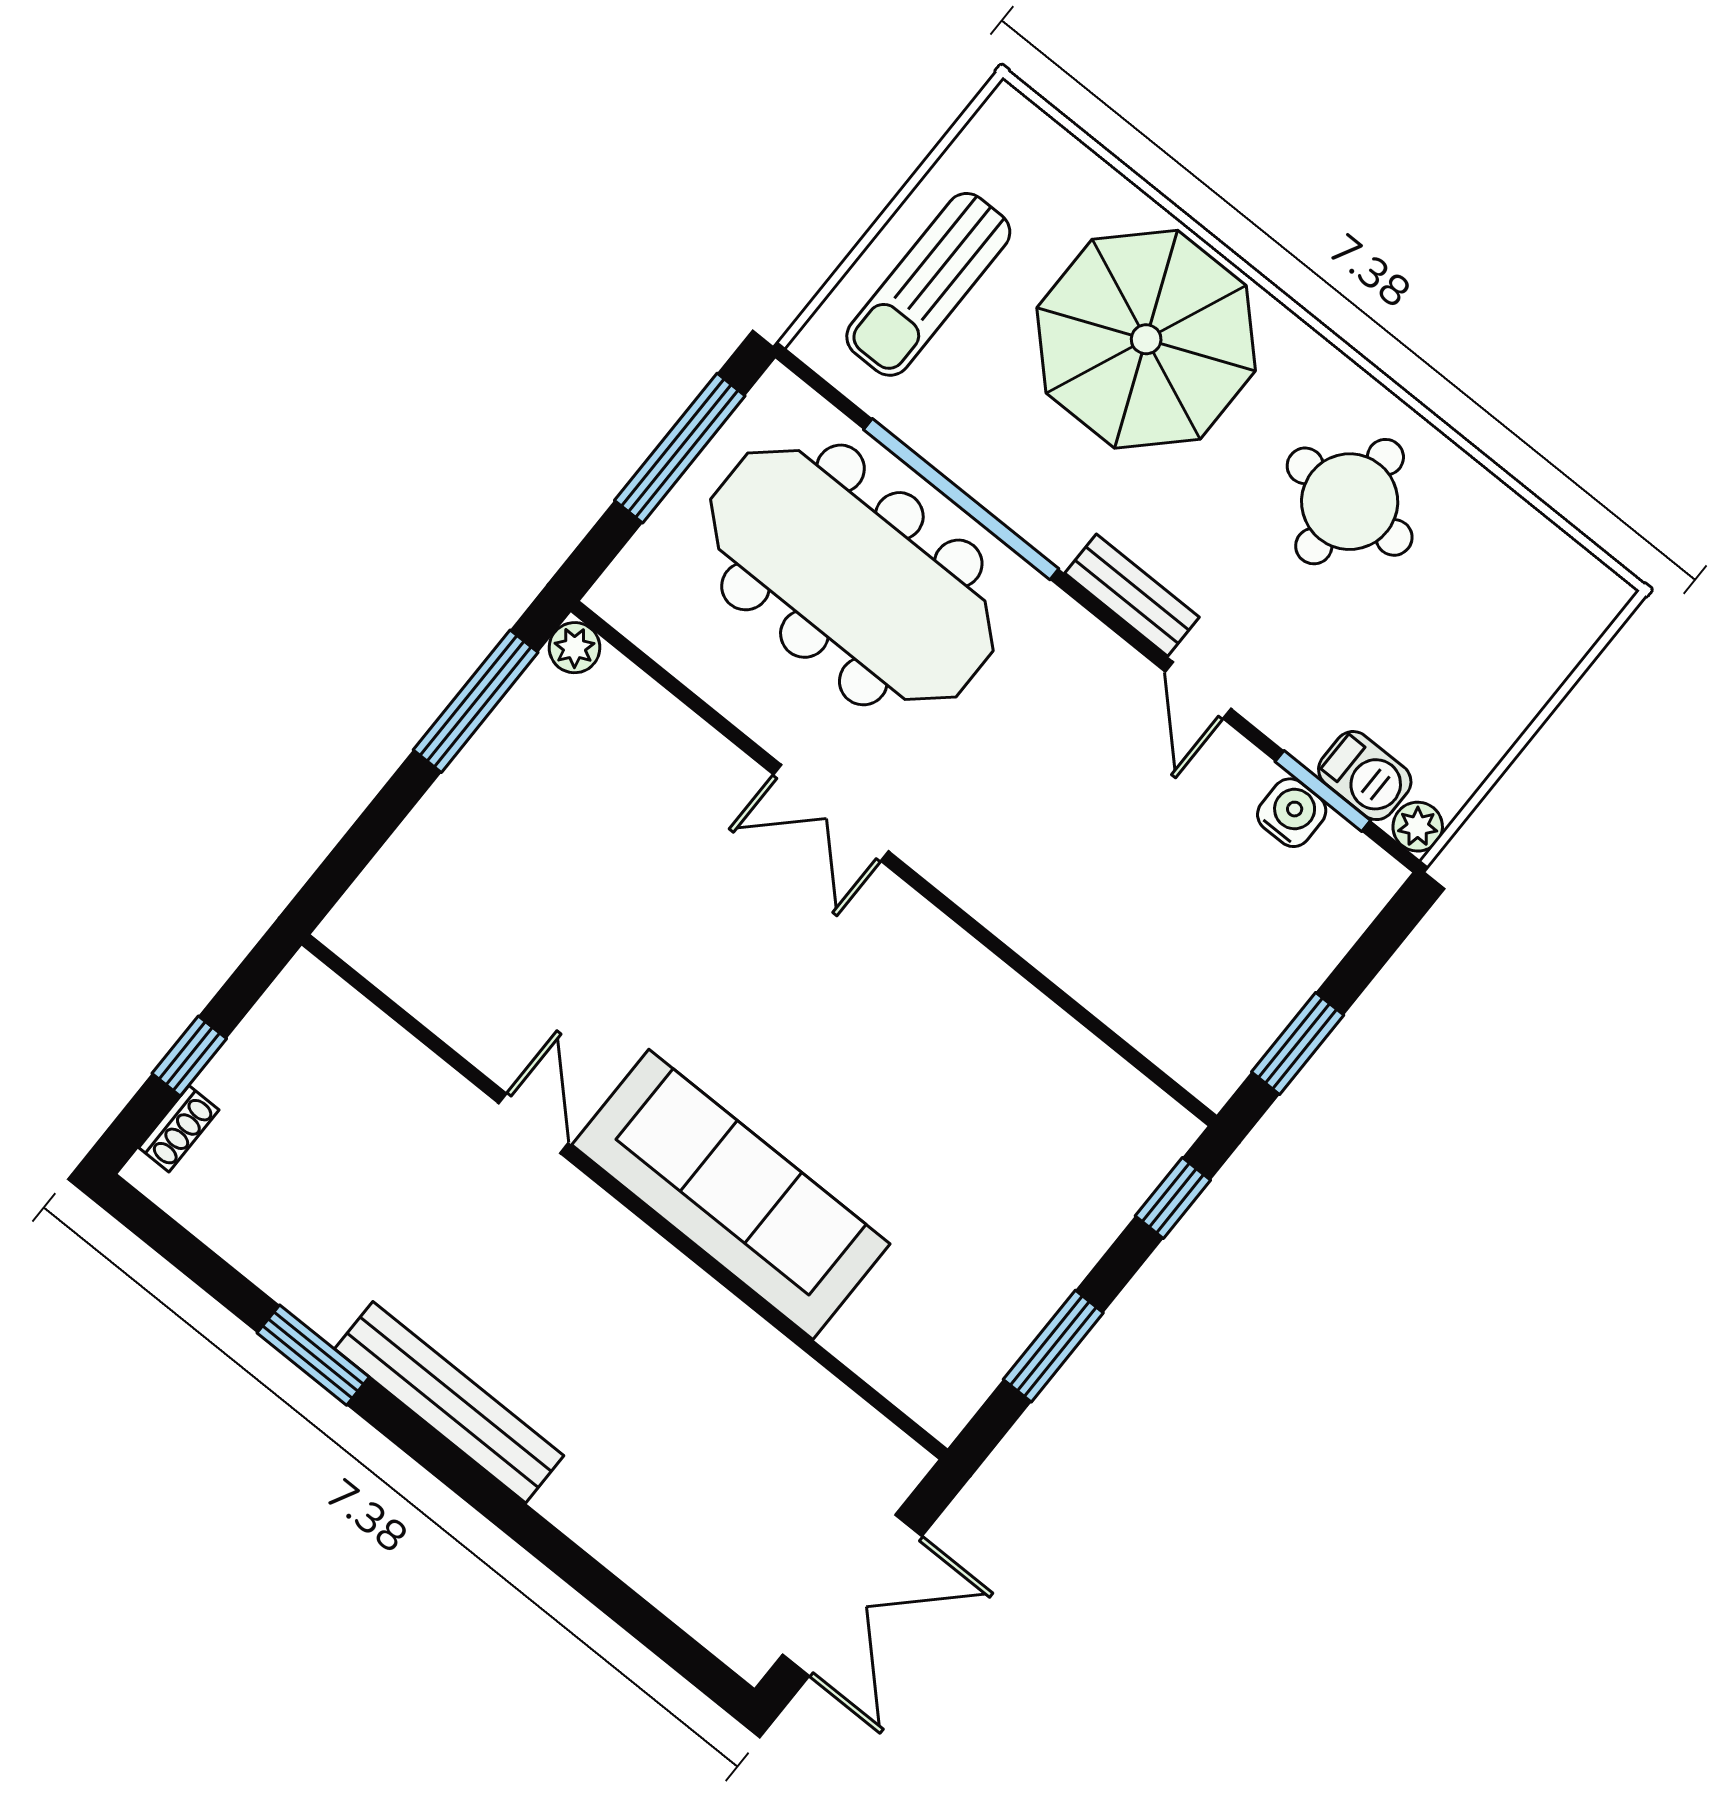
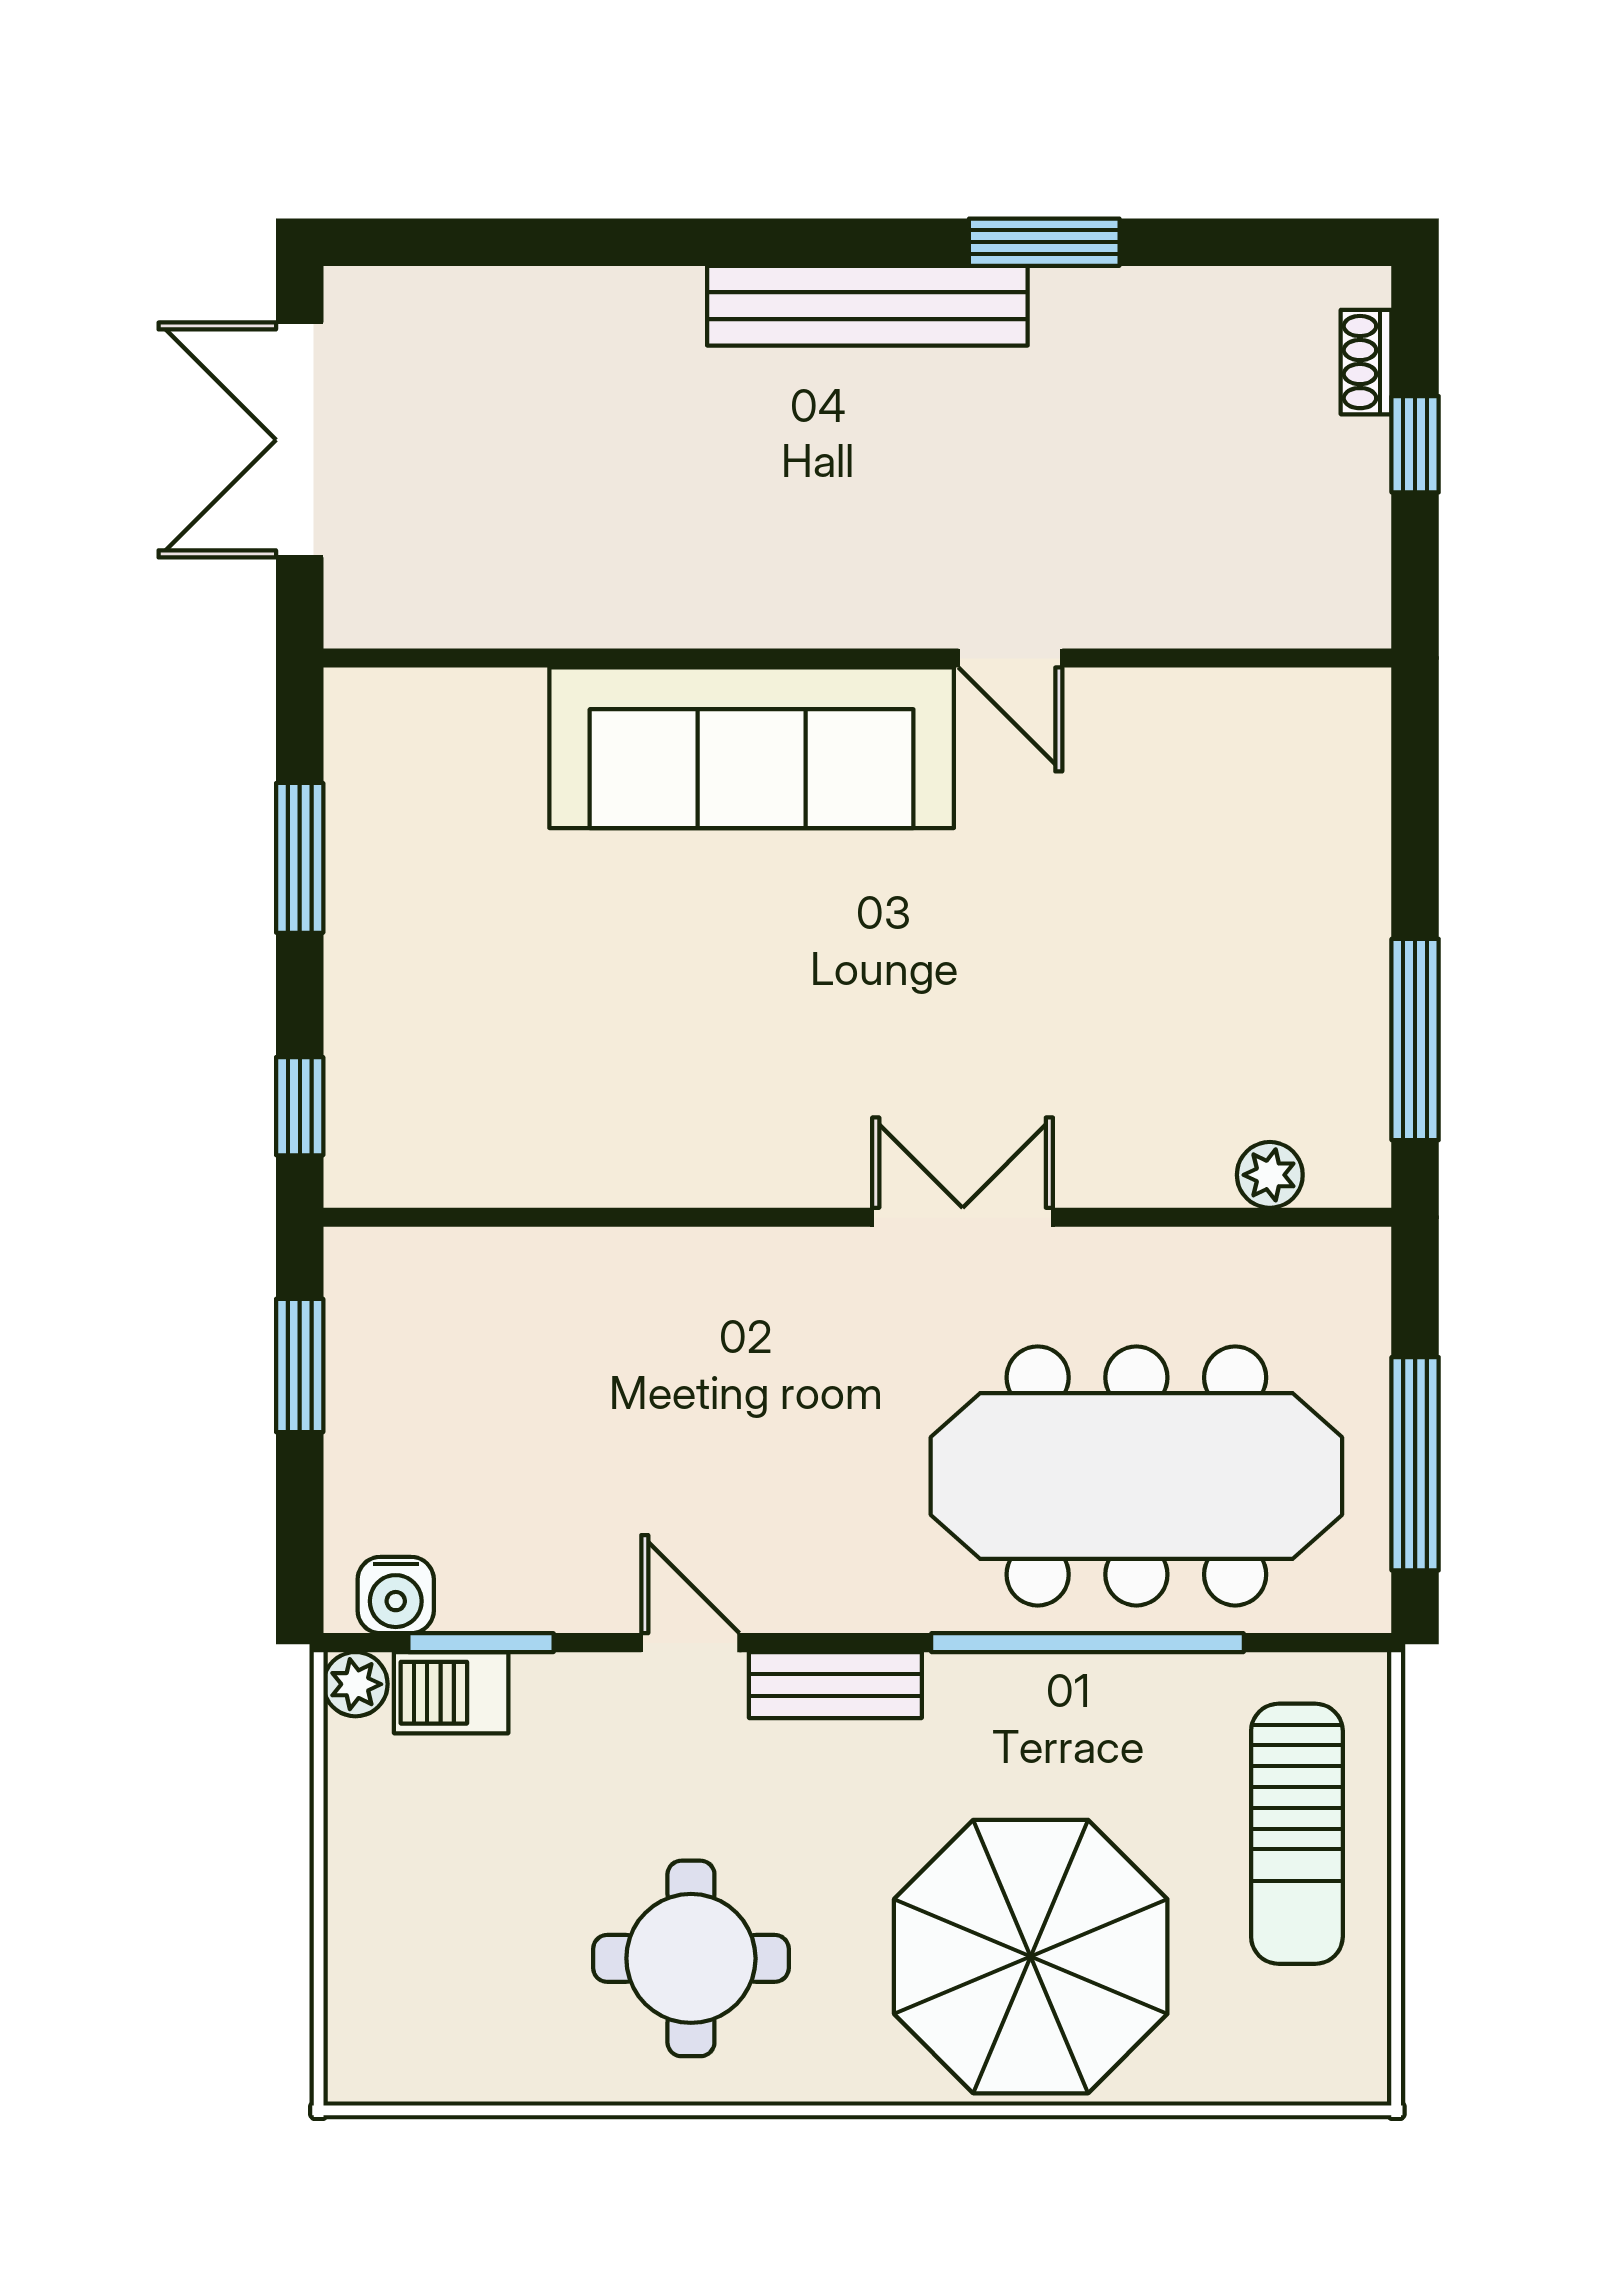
sun lounger: (928, 284) -> (1297, 1834), turned 180
plant: (575, 648) -> (1270, 1175), moved
water cooler: (1292, 813) -> (396, 1595), moved

